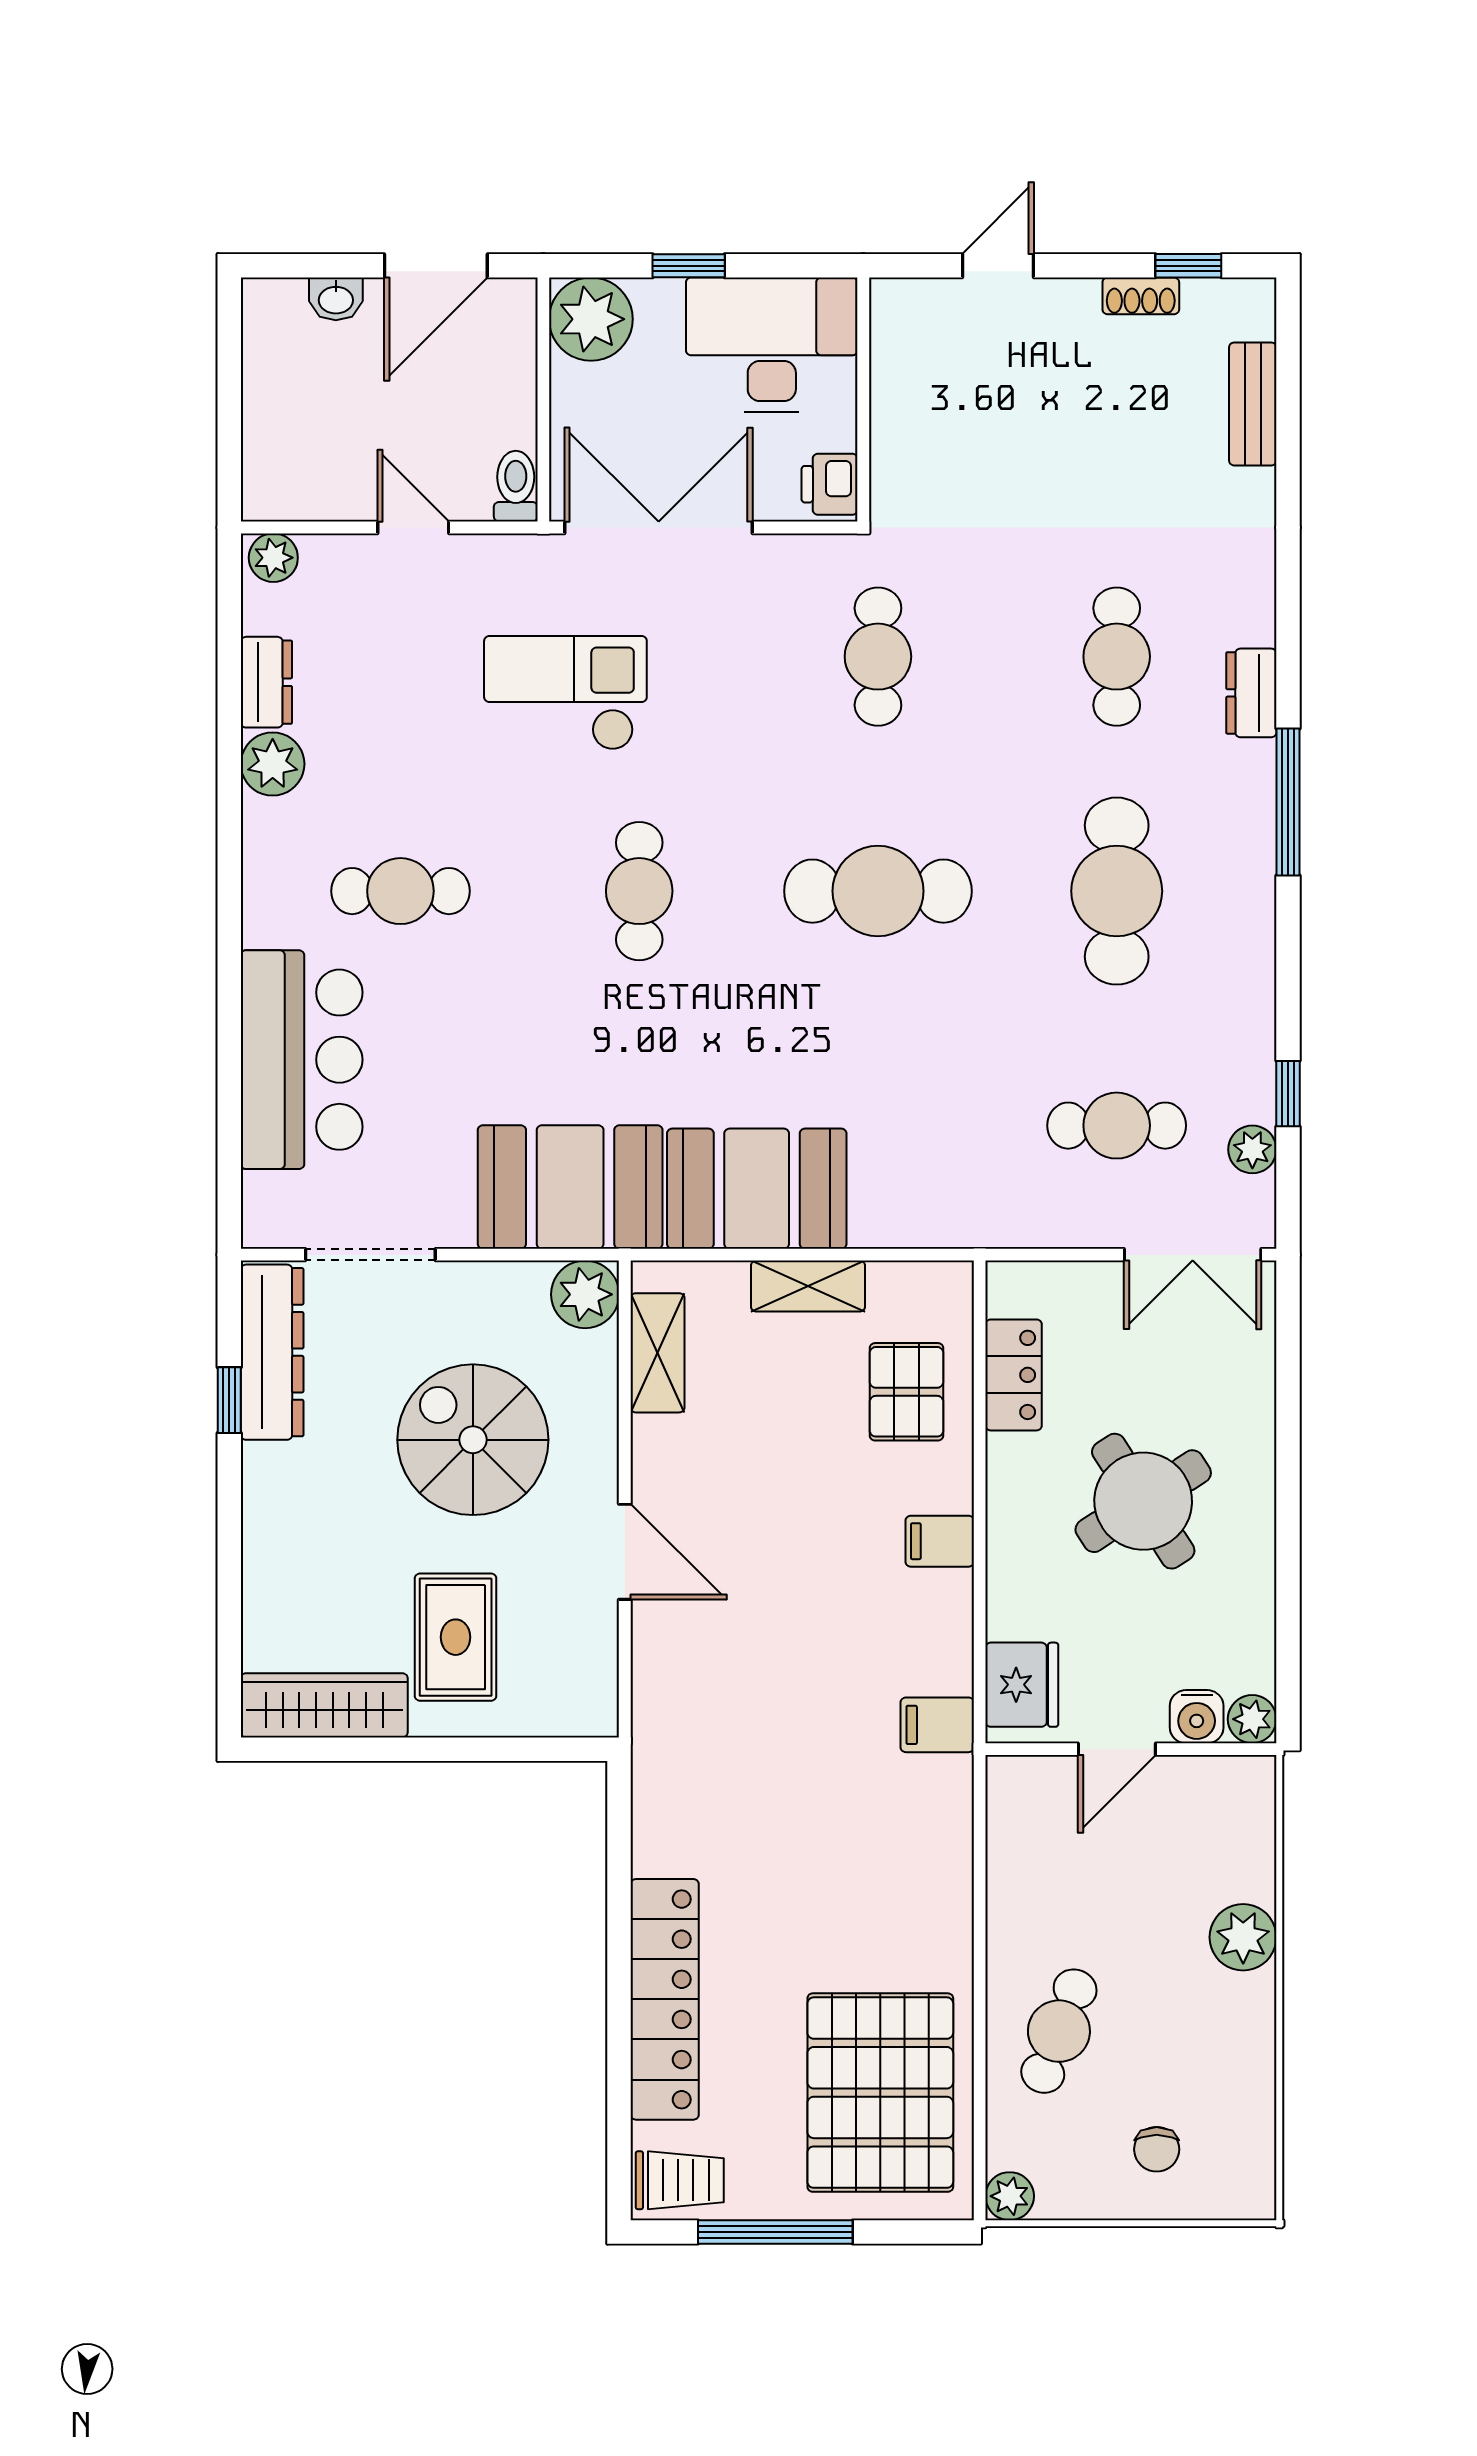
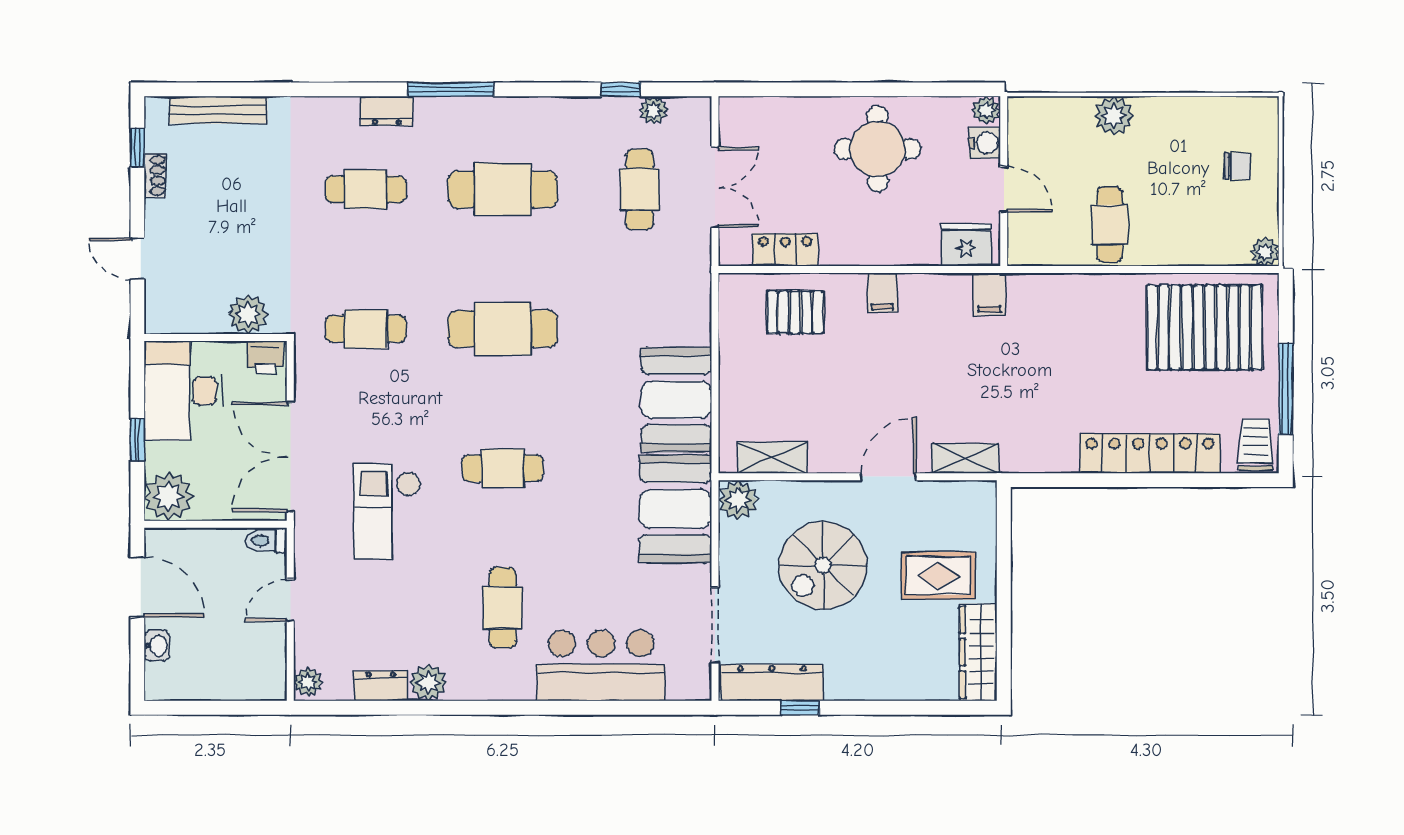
bench: (1253, 404) -> (218, 110), width x1.36
plant: (903, 455) -> (248, 314), added
cafe table: (878, 891) -> (503, 329), turned 90
double door: (1193, 1255) -> (715, 187), moved
shelving: (808, 1286) -> (965, 458), moved, turned 90
round table: (1143, 1501) -> (878, 149), moved, turned 33
cafe table: (1059, 2031) -> (1110, 224), moved, turned 69

